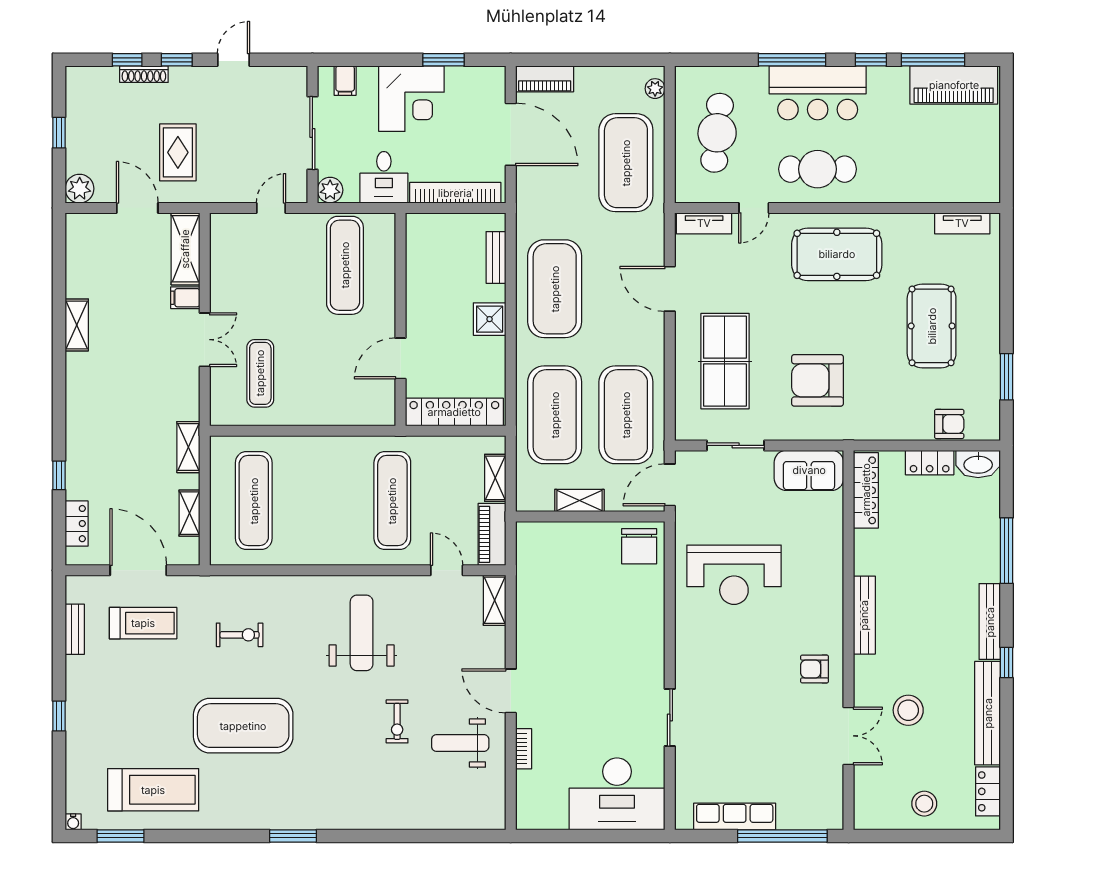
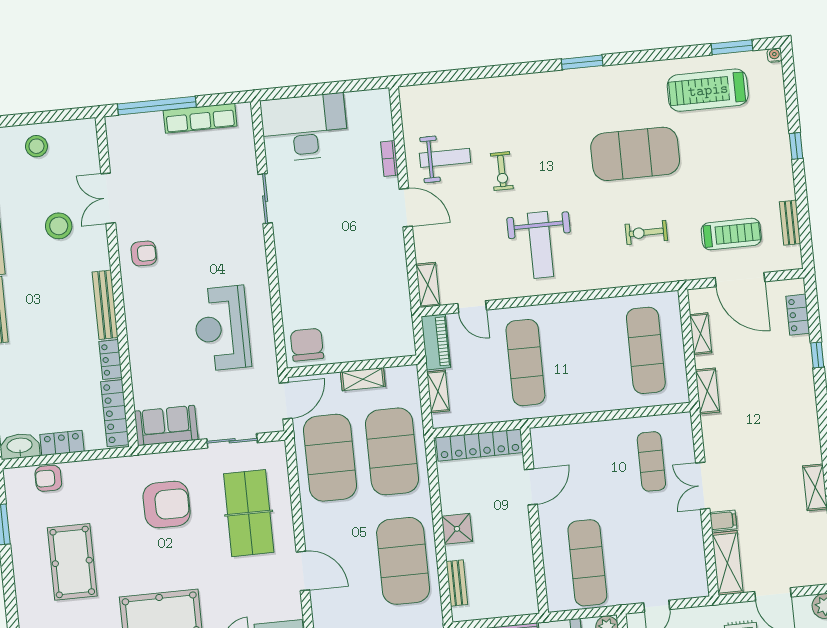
locker: (865, 552) -> (111, 360), added
reception desk: (734, 575) -> (222, 328), turned -90
treadmill: (143, 623) -> (731, 234), turned 180
exercise bike: (397, 721) -> (502, 171), turned 180

